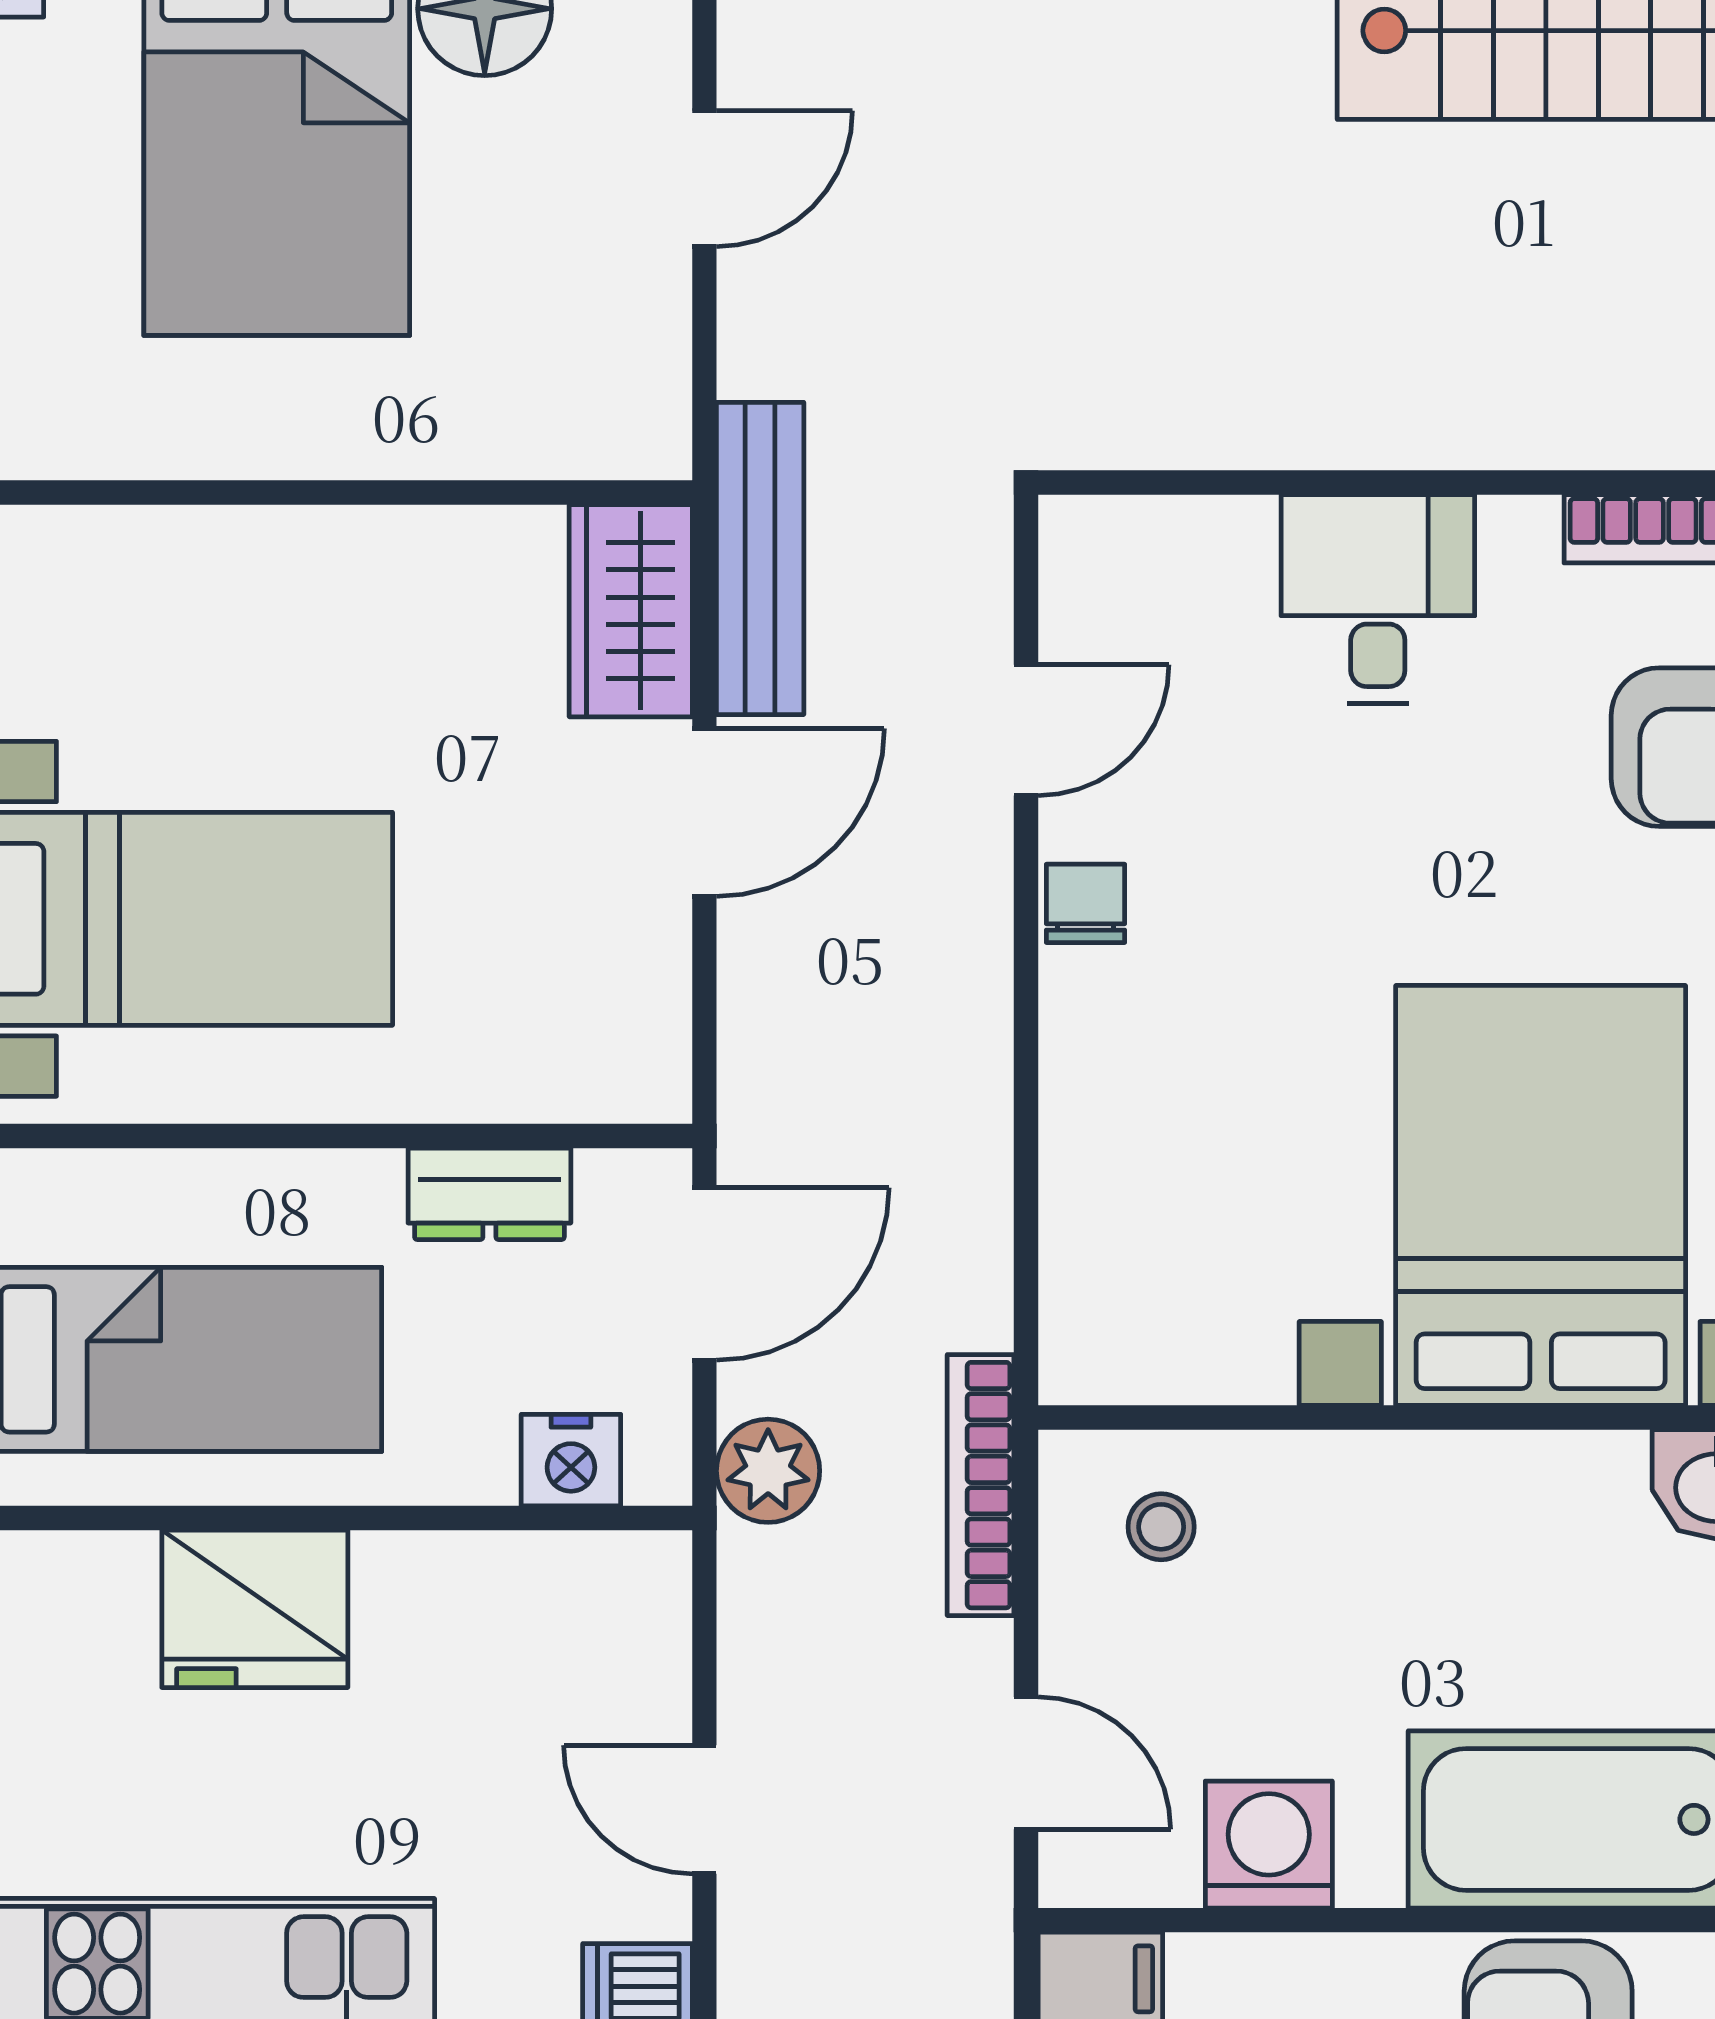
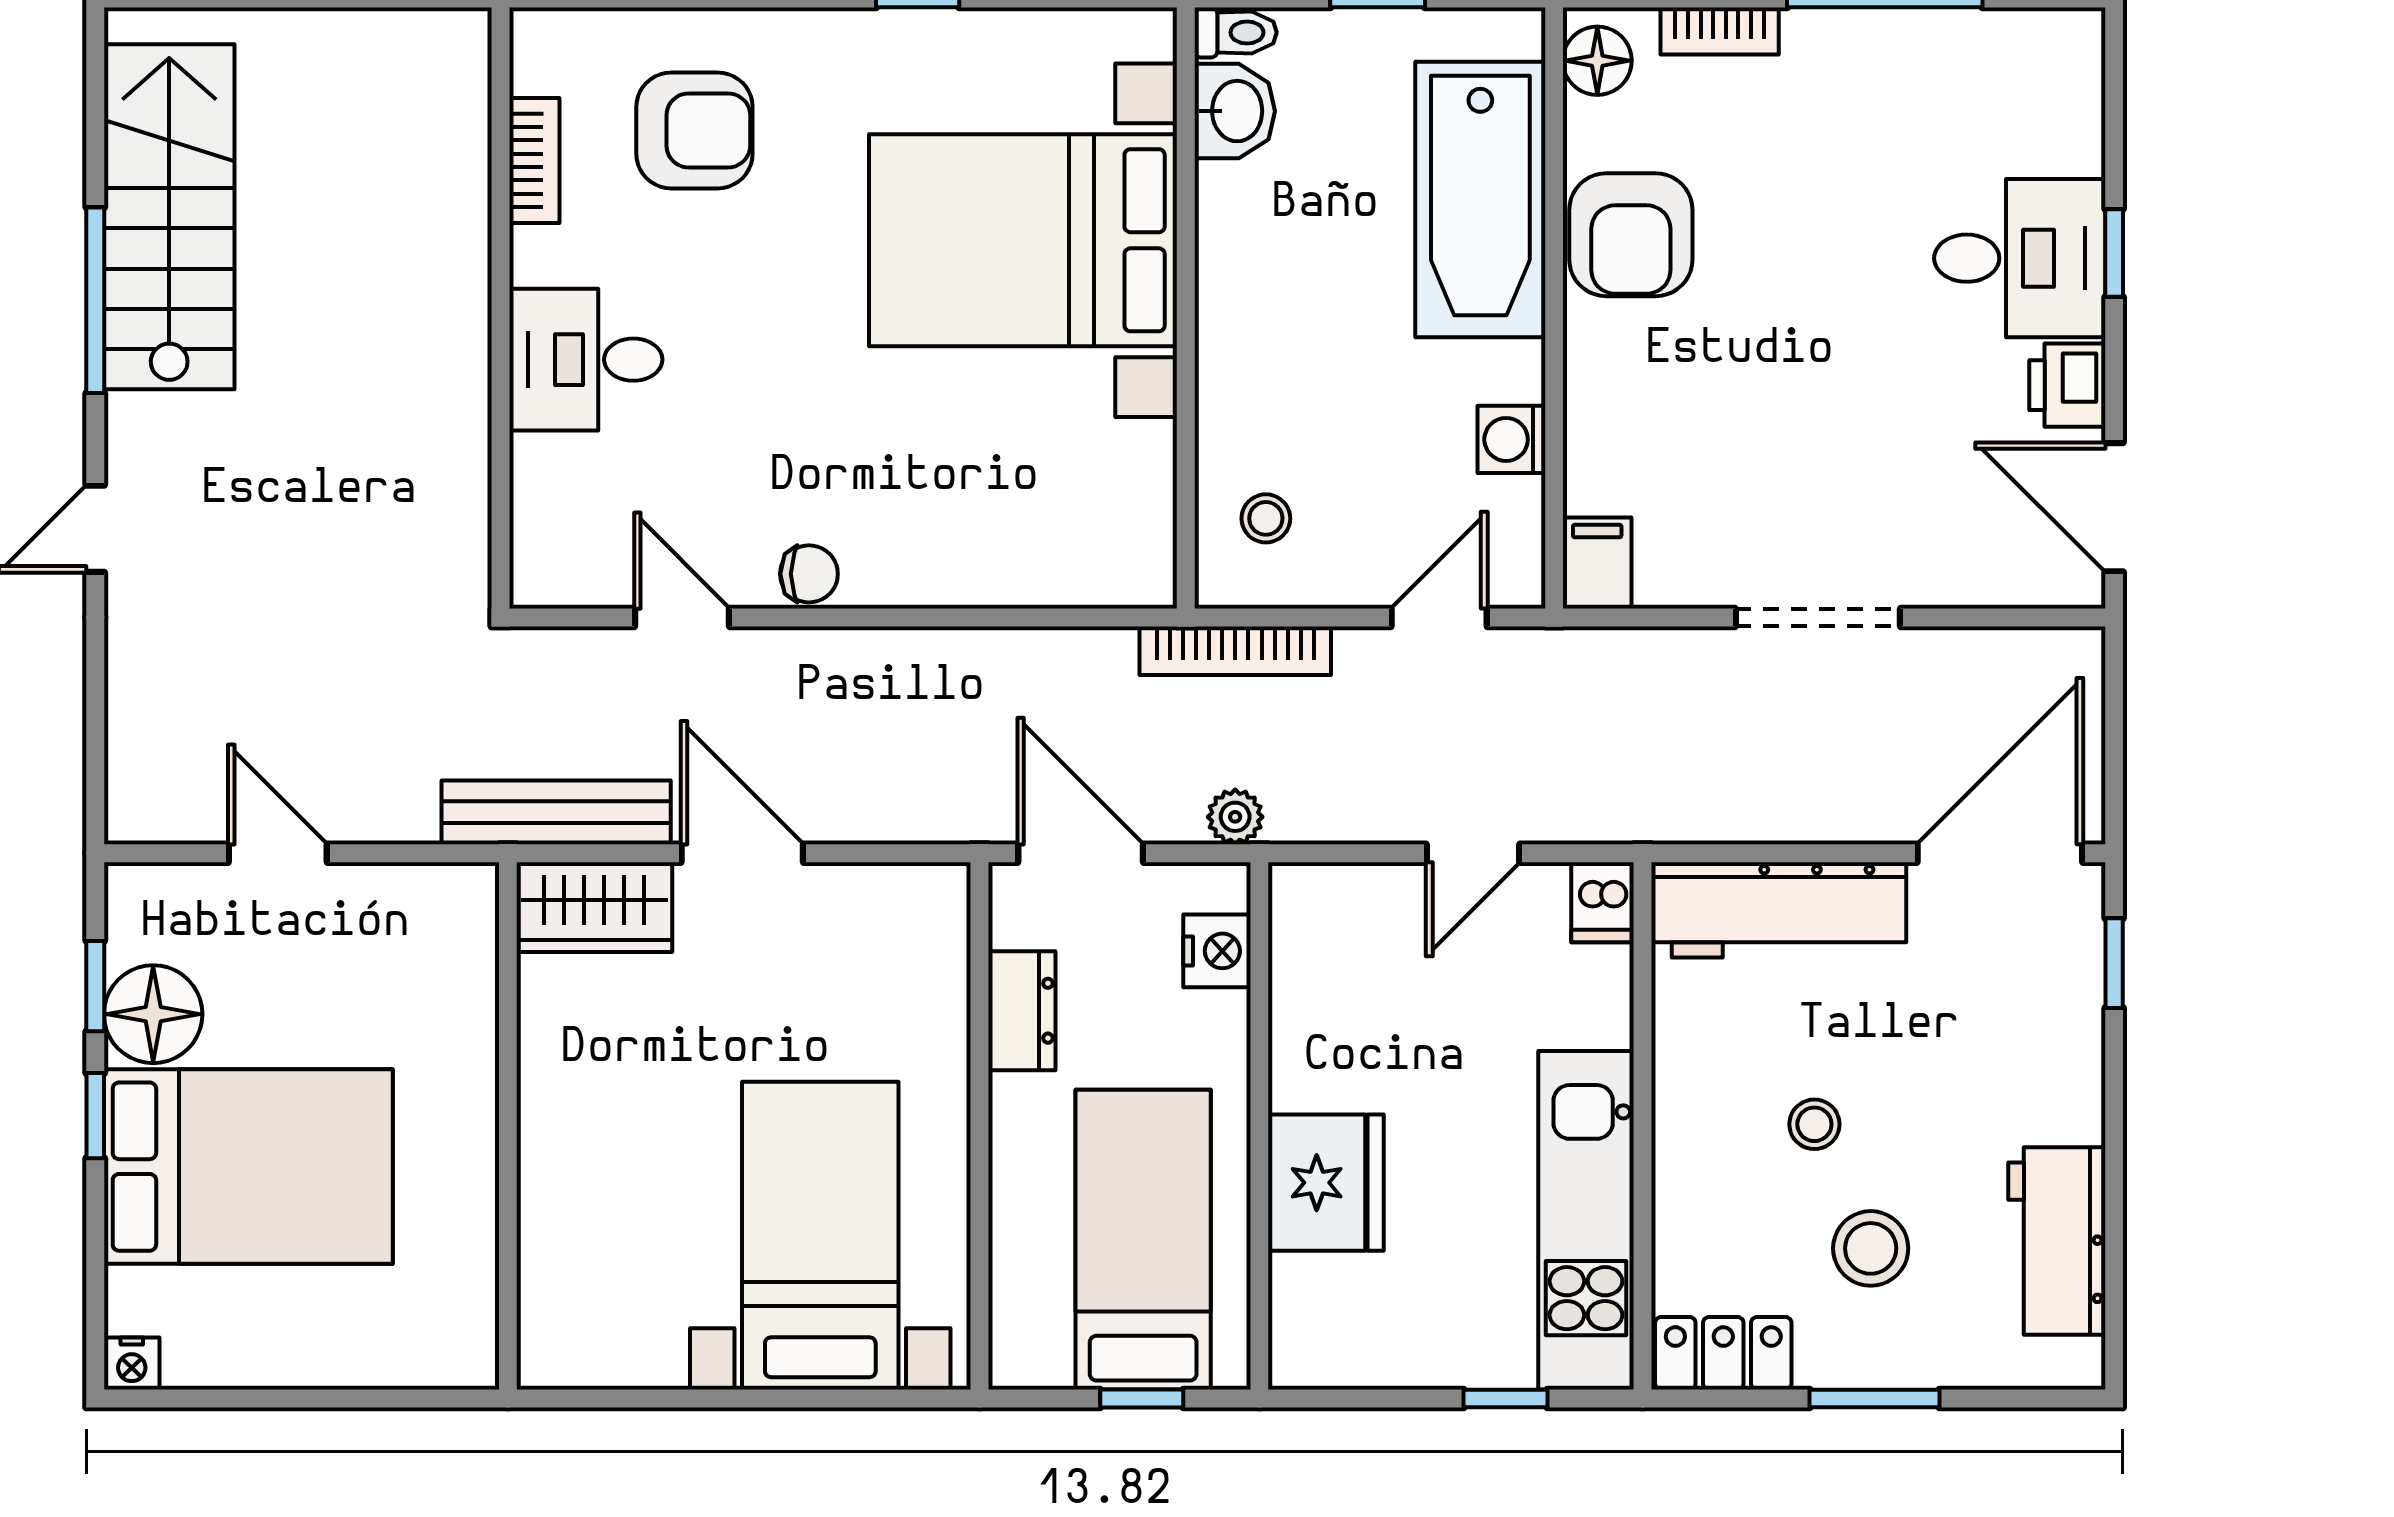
chair: (1085, 903) -> (809, 574), turned 180
plant: (768, 1471) -> (1235, 817), width x0.73, depth x0.73
washing machine: (1269, 1845) -> (1512, 439), width x0.73, depth x0.73

